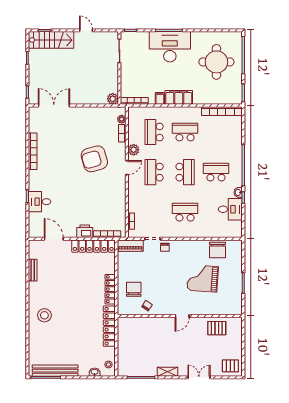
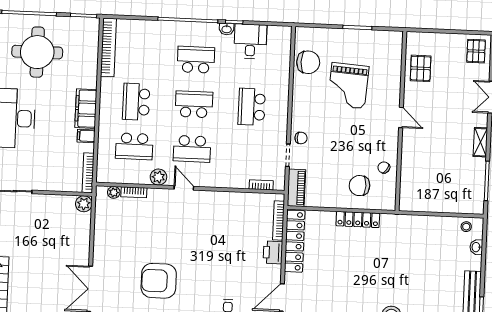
armchair: (94, 159) -> (159, 281), moved, turned 106
school desk: (216, 172) -> (196, 60), turned 90
locker: (109, 326) -> (411, 223), removed

